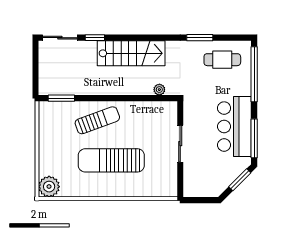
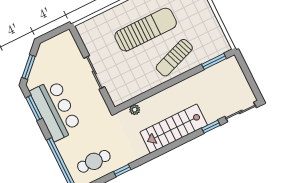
window: (200, 38) -> (122, 171), width x0.67
window: (254, 138) -> (34, 108), width x0.69

